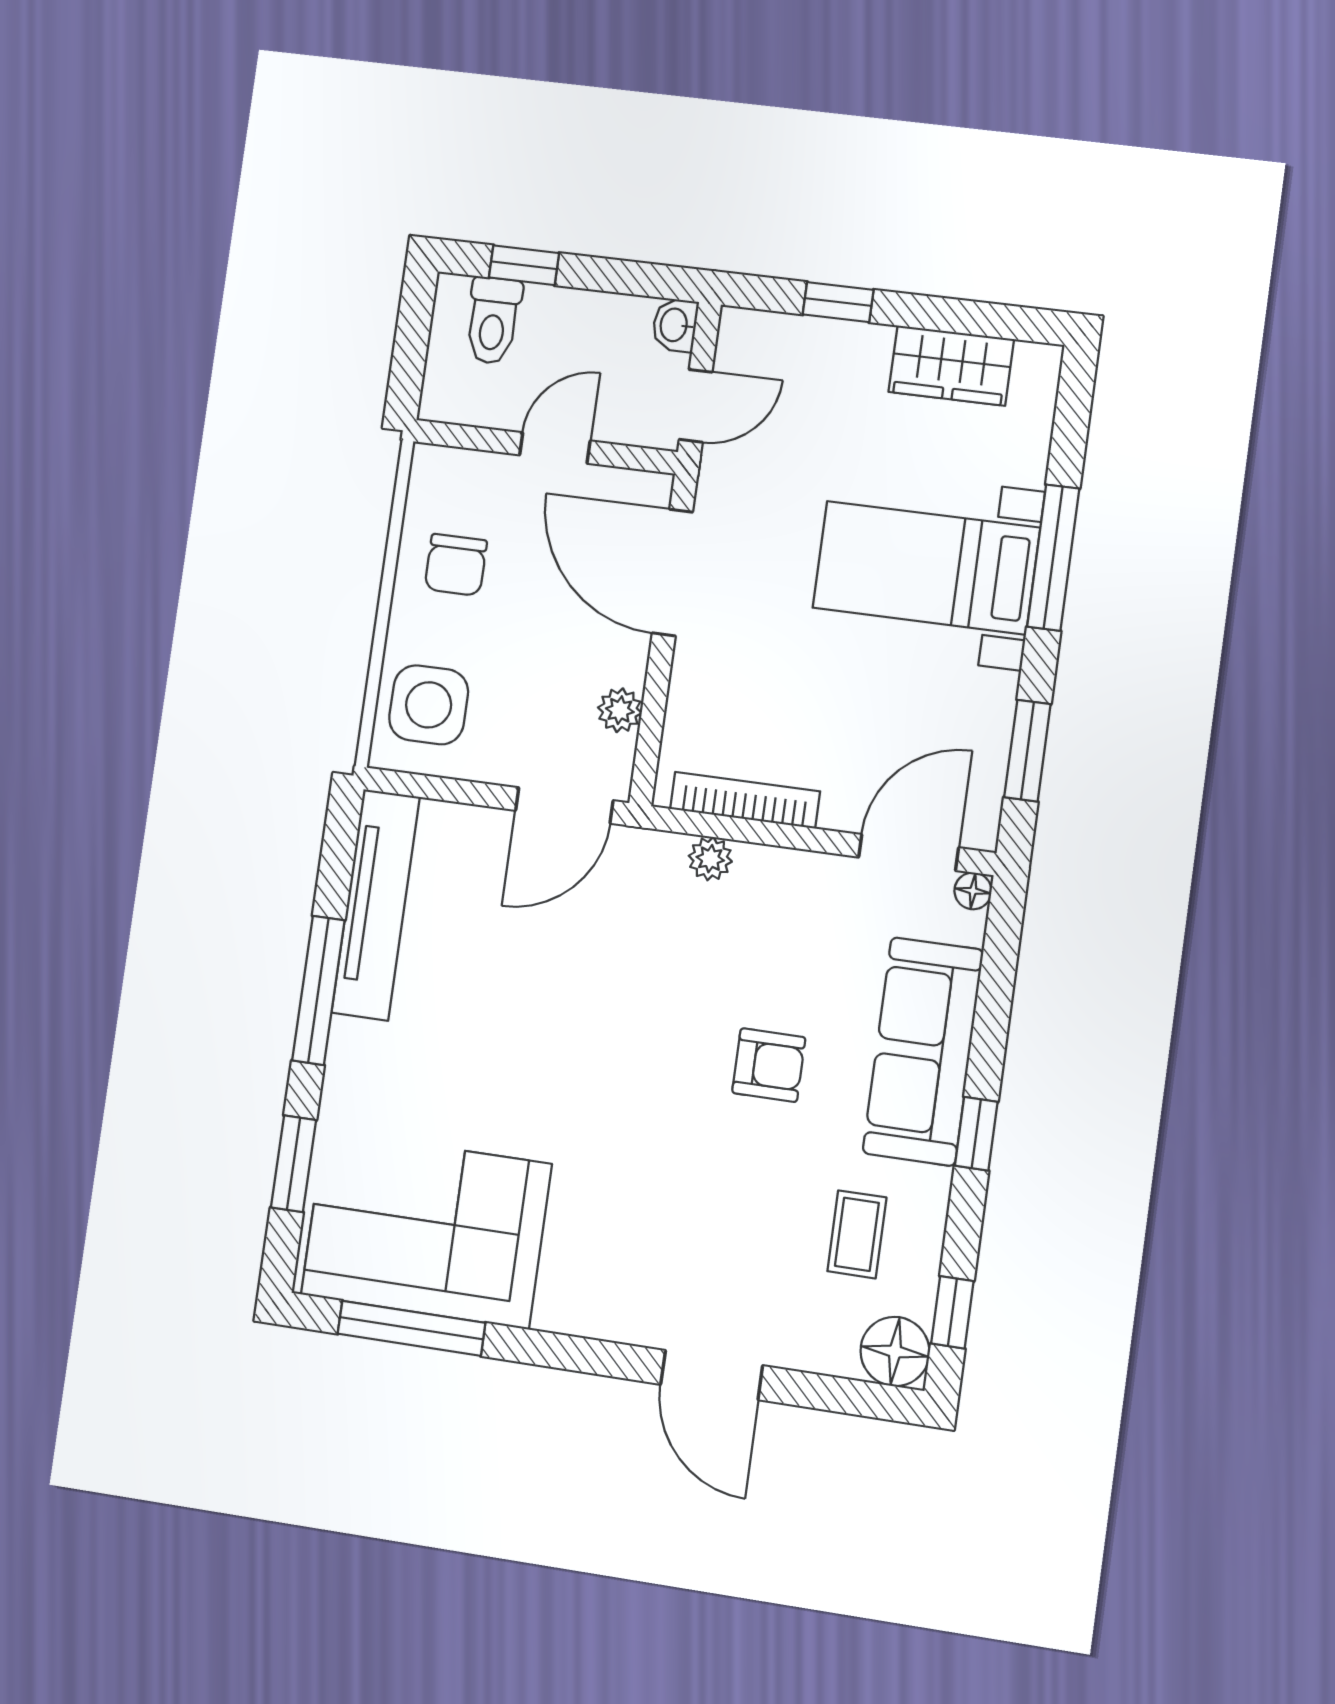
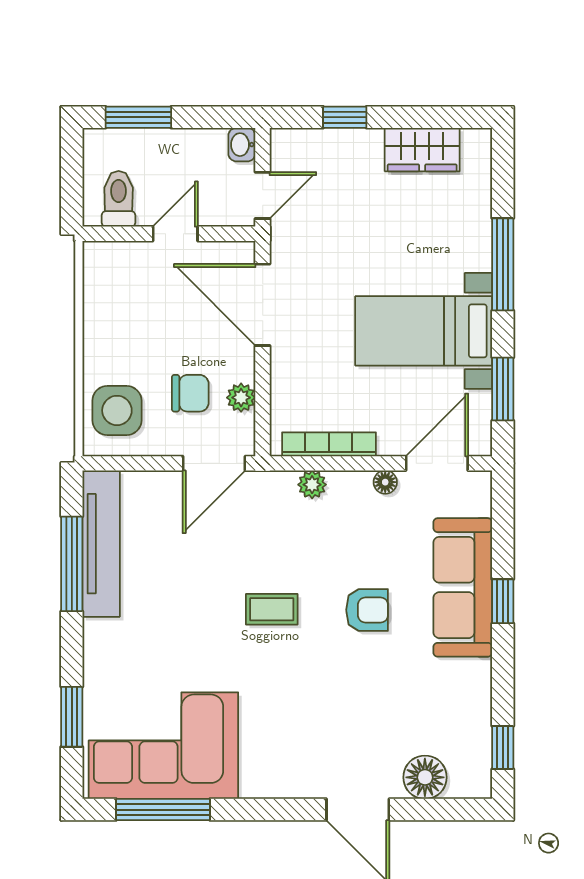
window: (524, 265) -> (138, 117), width x1.50
toilet: (493, 321) -> (119, 199), moved, turned 180
chair: (456, 565) -> (190, 393), moved, turned -90
bed with nightstands: (926, 568) -> (424, 331), moved
floor lamp: (973, 891) -> (385, 482), moved
window: (318, 990) -> (72, 564), moved
window: (976, 1134) -> (503, 601), moved
coffee table: (857, 1234) -> (272, 609), moved, turned 90
floor lamp: (895, 1351) -> (425, 777), moved

